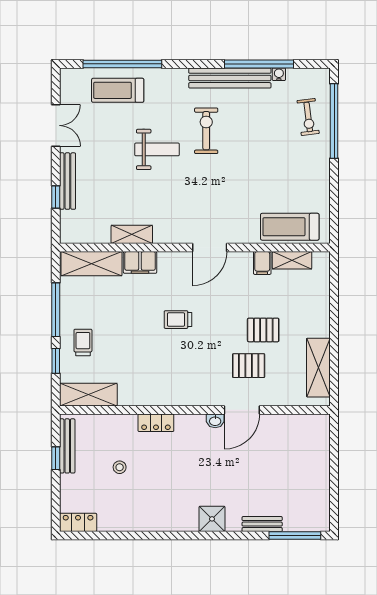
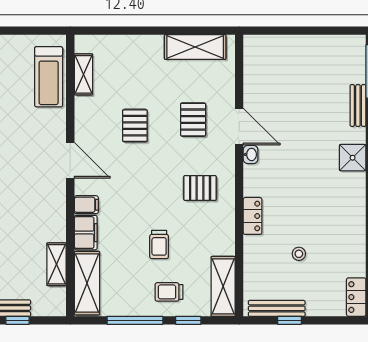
shelving: (132, 234) -> (57, 264), moved
filing cabinet: (262, 263) -> (86, 205), moved
trolley: (178, 320) -> (159, 244), moved
pallet: (263, 330) -> (135, 126), moved
pallet: (183, 372) -> (200, 188), added

